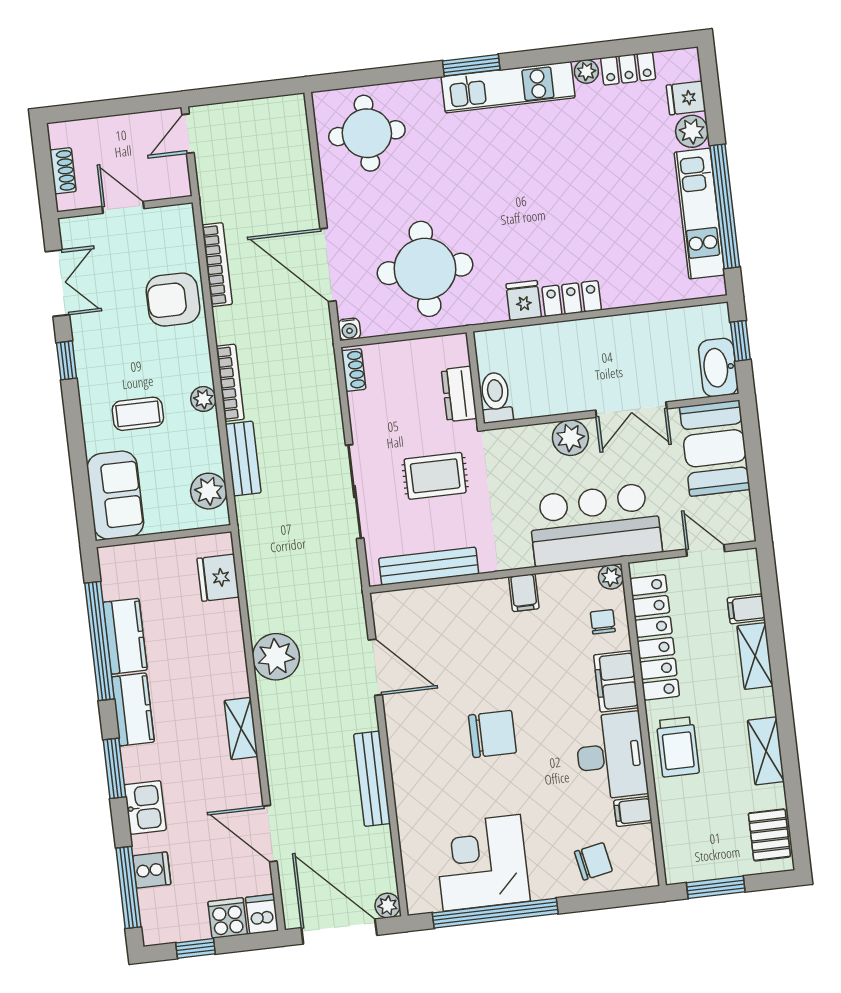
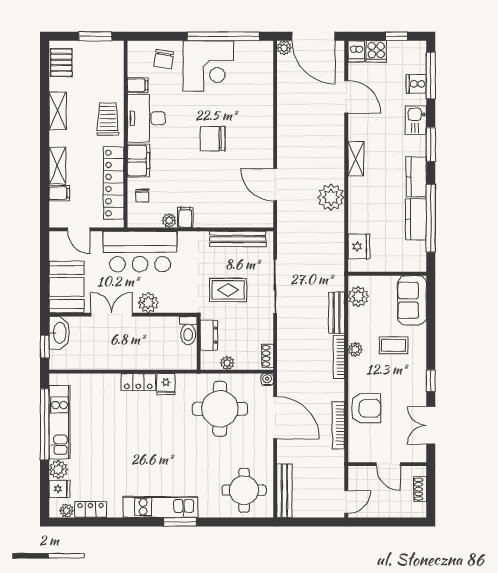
plant: (586, 71) -> (66, 511), moved
plant: (422, 349) -> (227, 363), added
plant: (611, 577) -> (169, 220), moved
bench: (372, 779) -> (284, 491), moved
chair: (593, 861) -> (164, 59), turned -70
corner desk: (482, 863) -> (208, 66), moved

